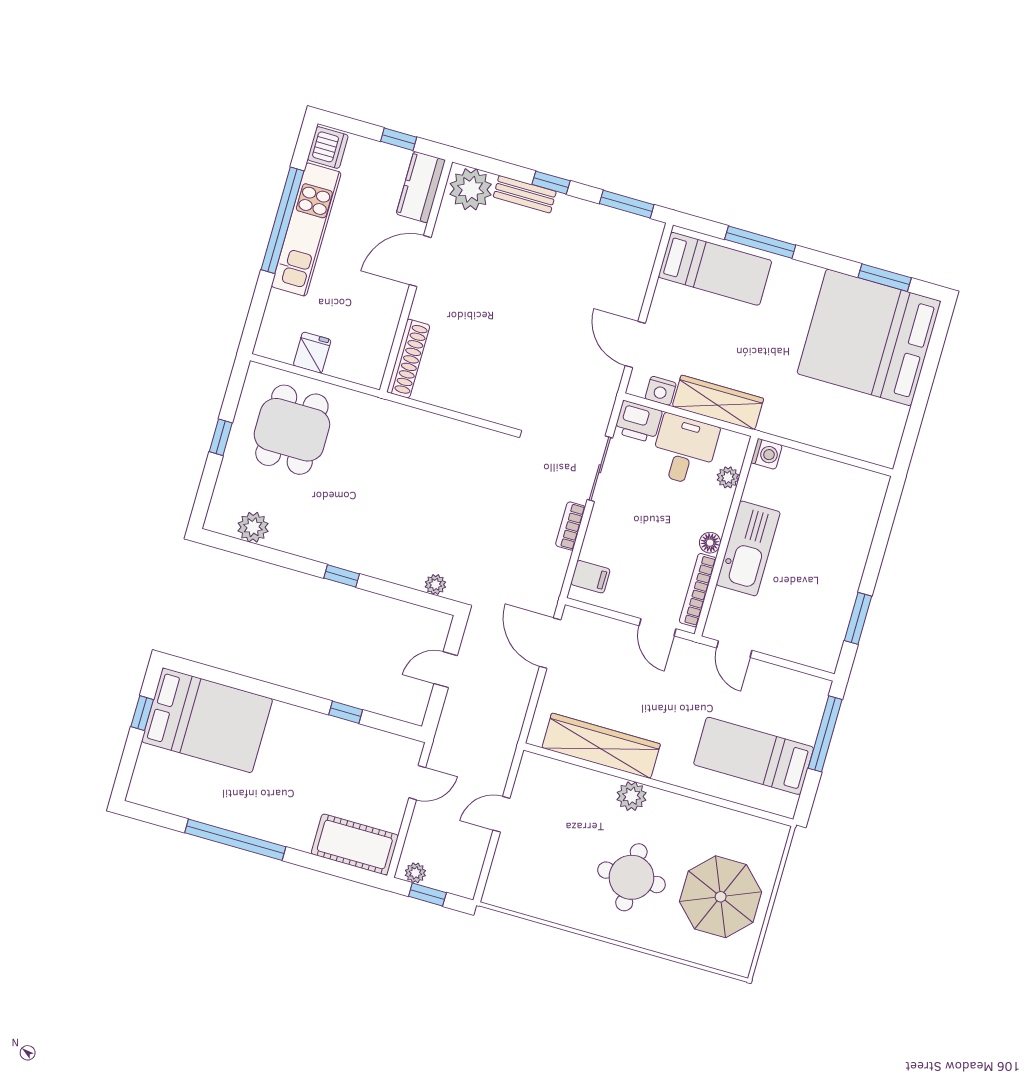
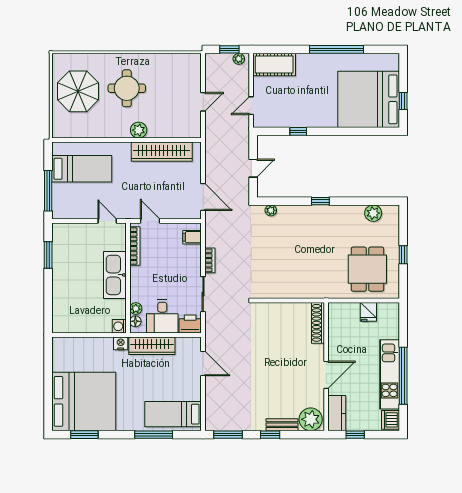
nightstand: (661, 391) -> (121, 343), moved
floor lamp: (710, 543) -> (135, 321), moved
bed: (207, 720) -> (369, 99), width x1.36

